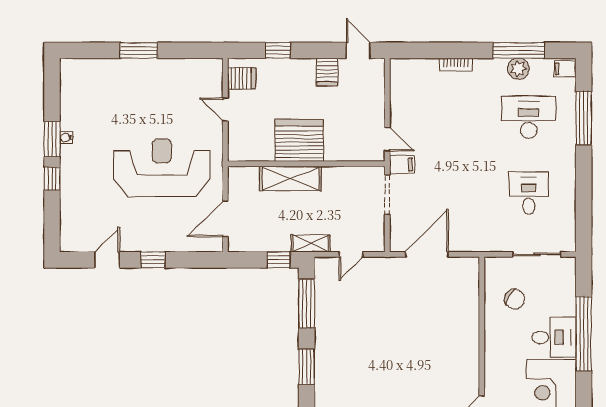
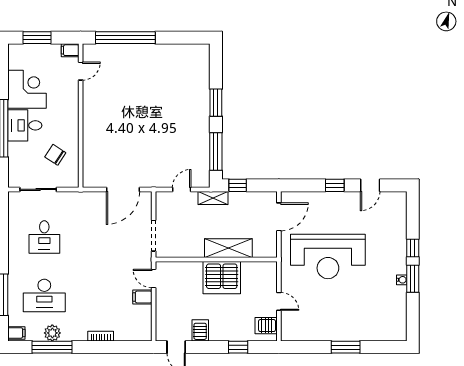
filing cabinet: (402, 164) -> (142, 297), moved

